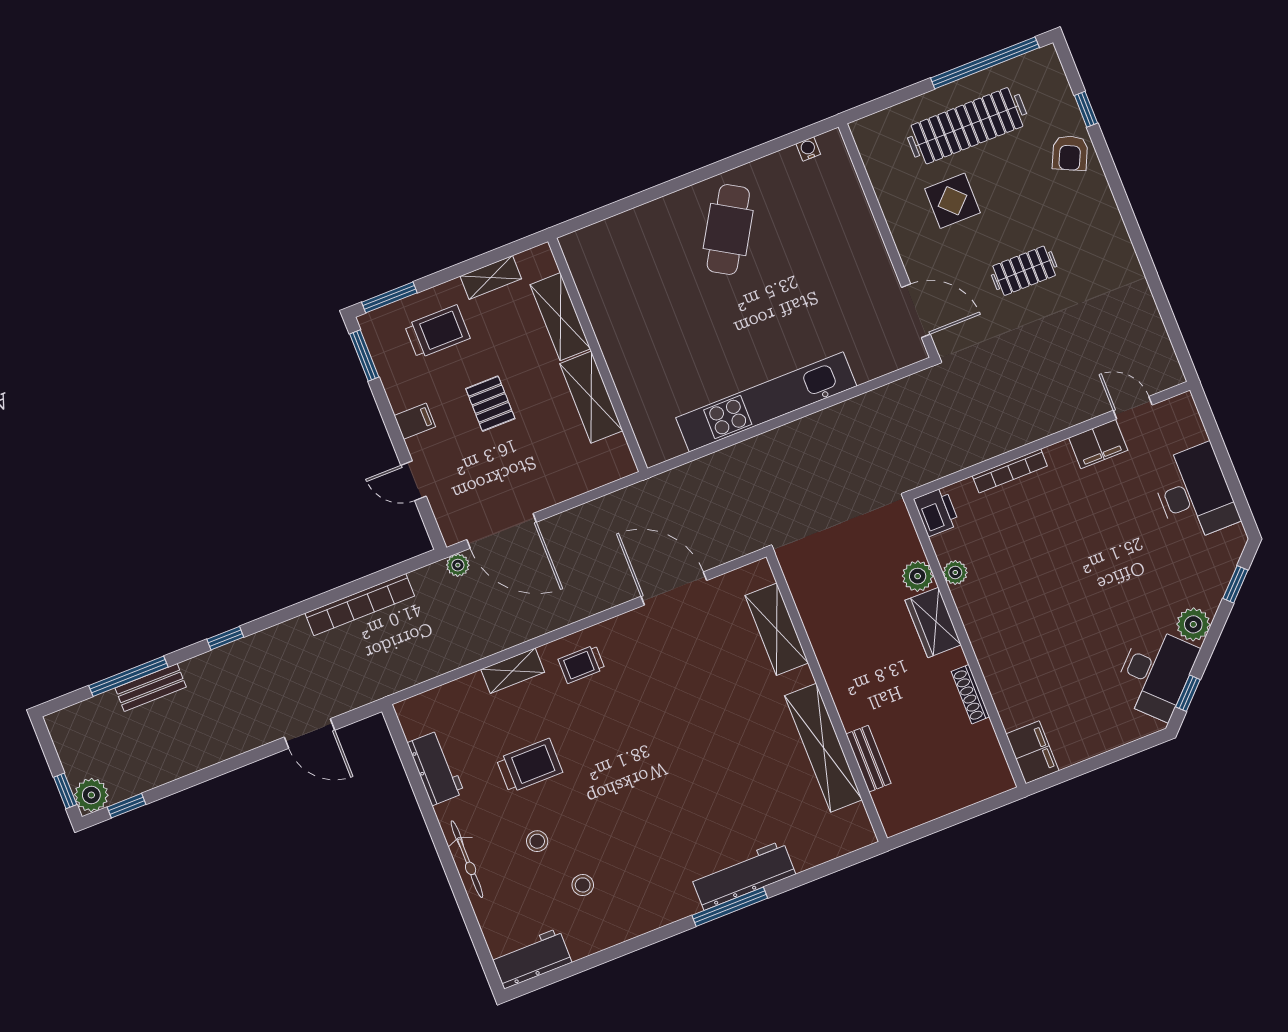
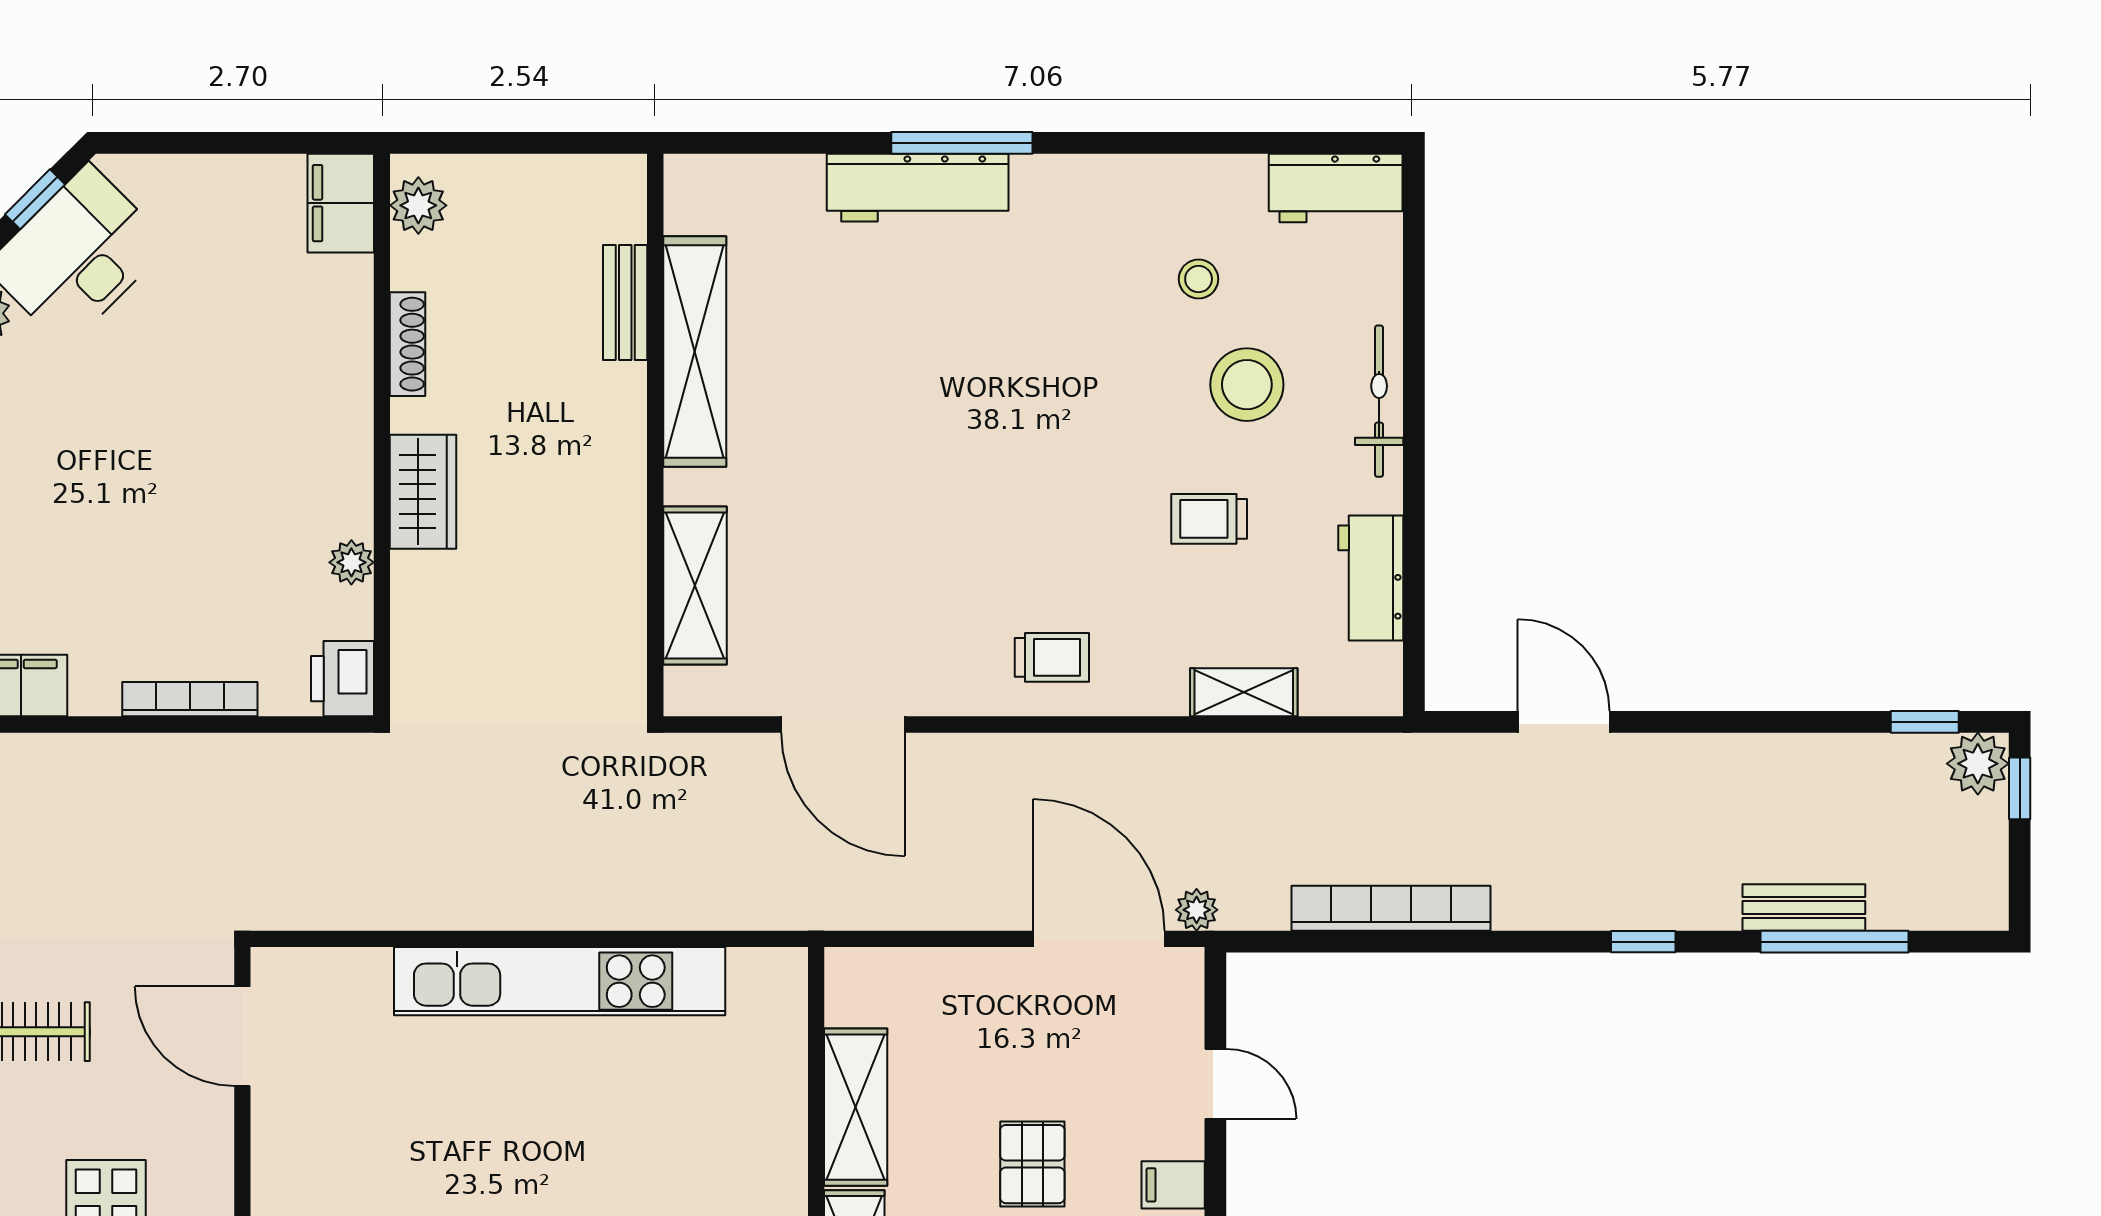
plant: (918, 576) -> (418, 205), moved
shelving: (513, 671) -> (1244, 692), moved
trolley: (529, 766) -> (1209, 519), width x0.73, depth x0.72
stool: (537, 841) -> (1247, 385), width x1.89, depth x1.89

